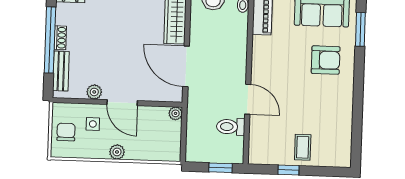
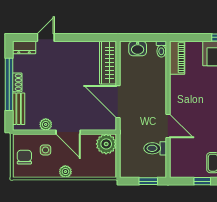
plant: (176, 113) -> (106, 144), width x1.88, depth x1.88

